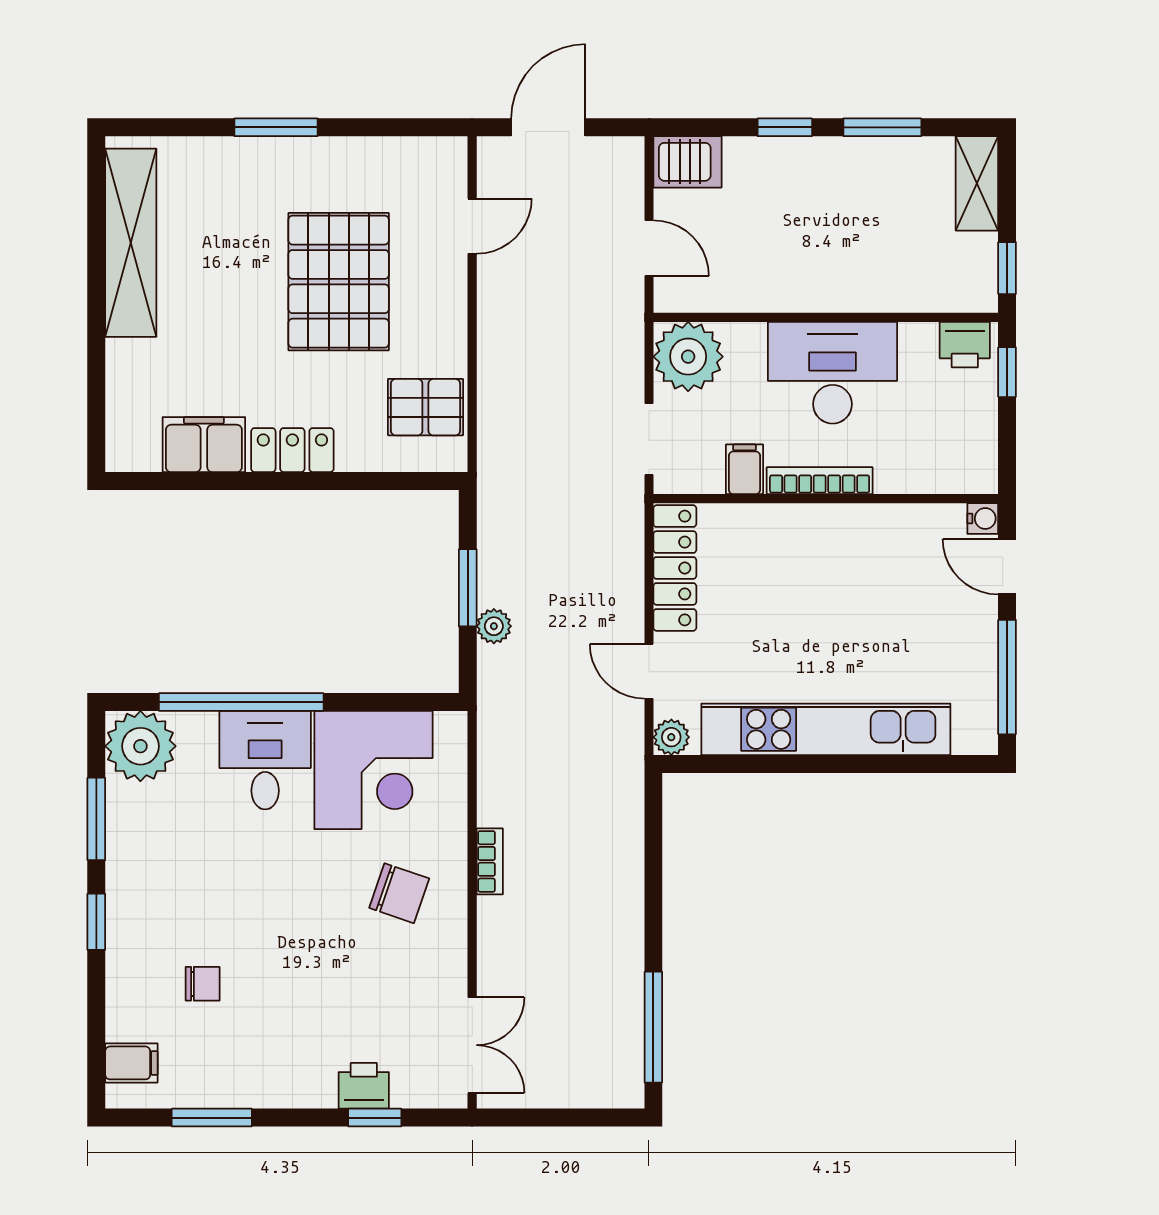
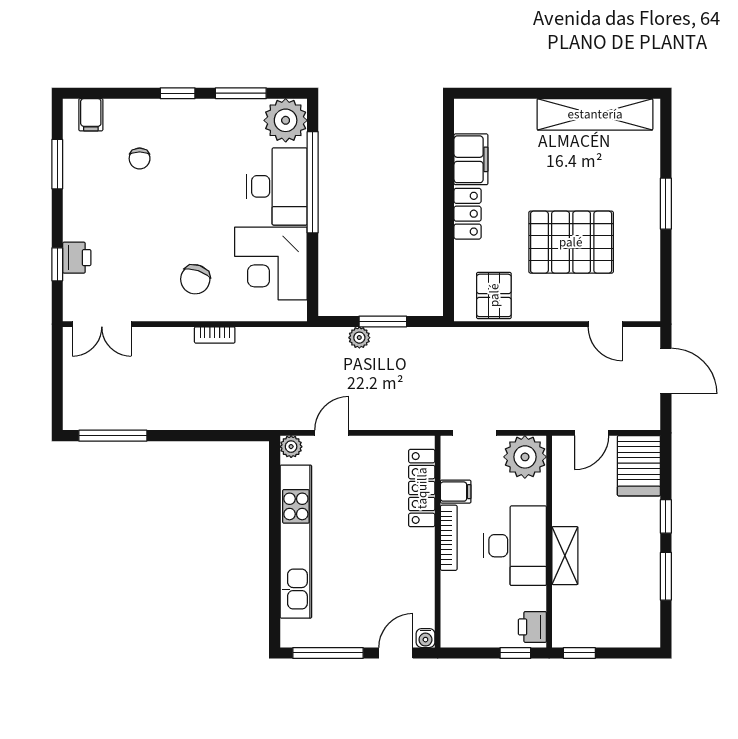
server rack: (687, 162) -> (639, 466), width x1.36, depth x1.44
shelving: (977, 183) -> (565, 556), moved, turned 90
locker: (675, 568) -> (422, 488), moved, turned 90
desk: (265, 760) -> (277, 186), width x1.37

